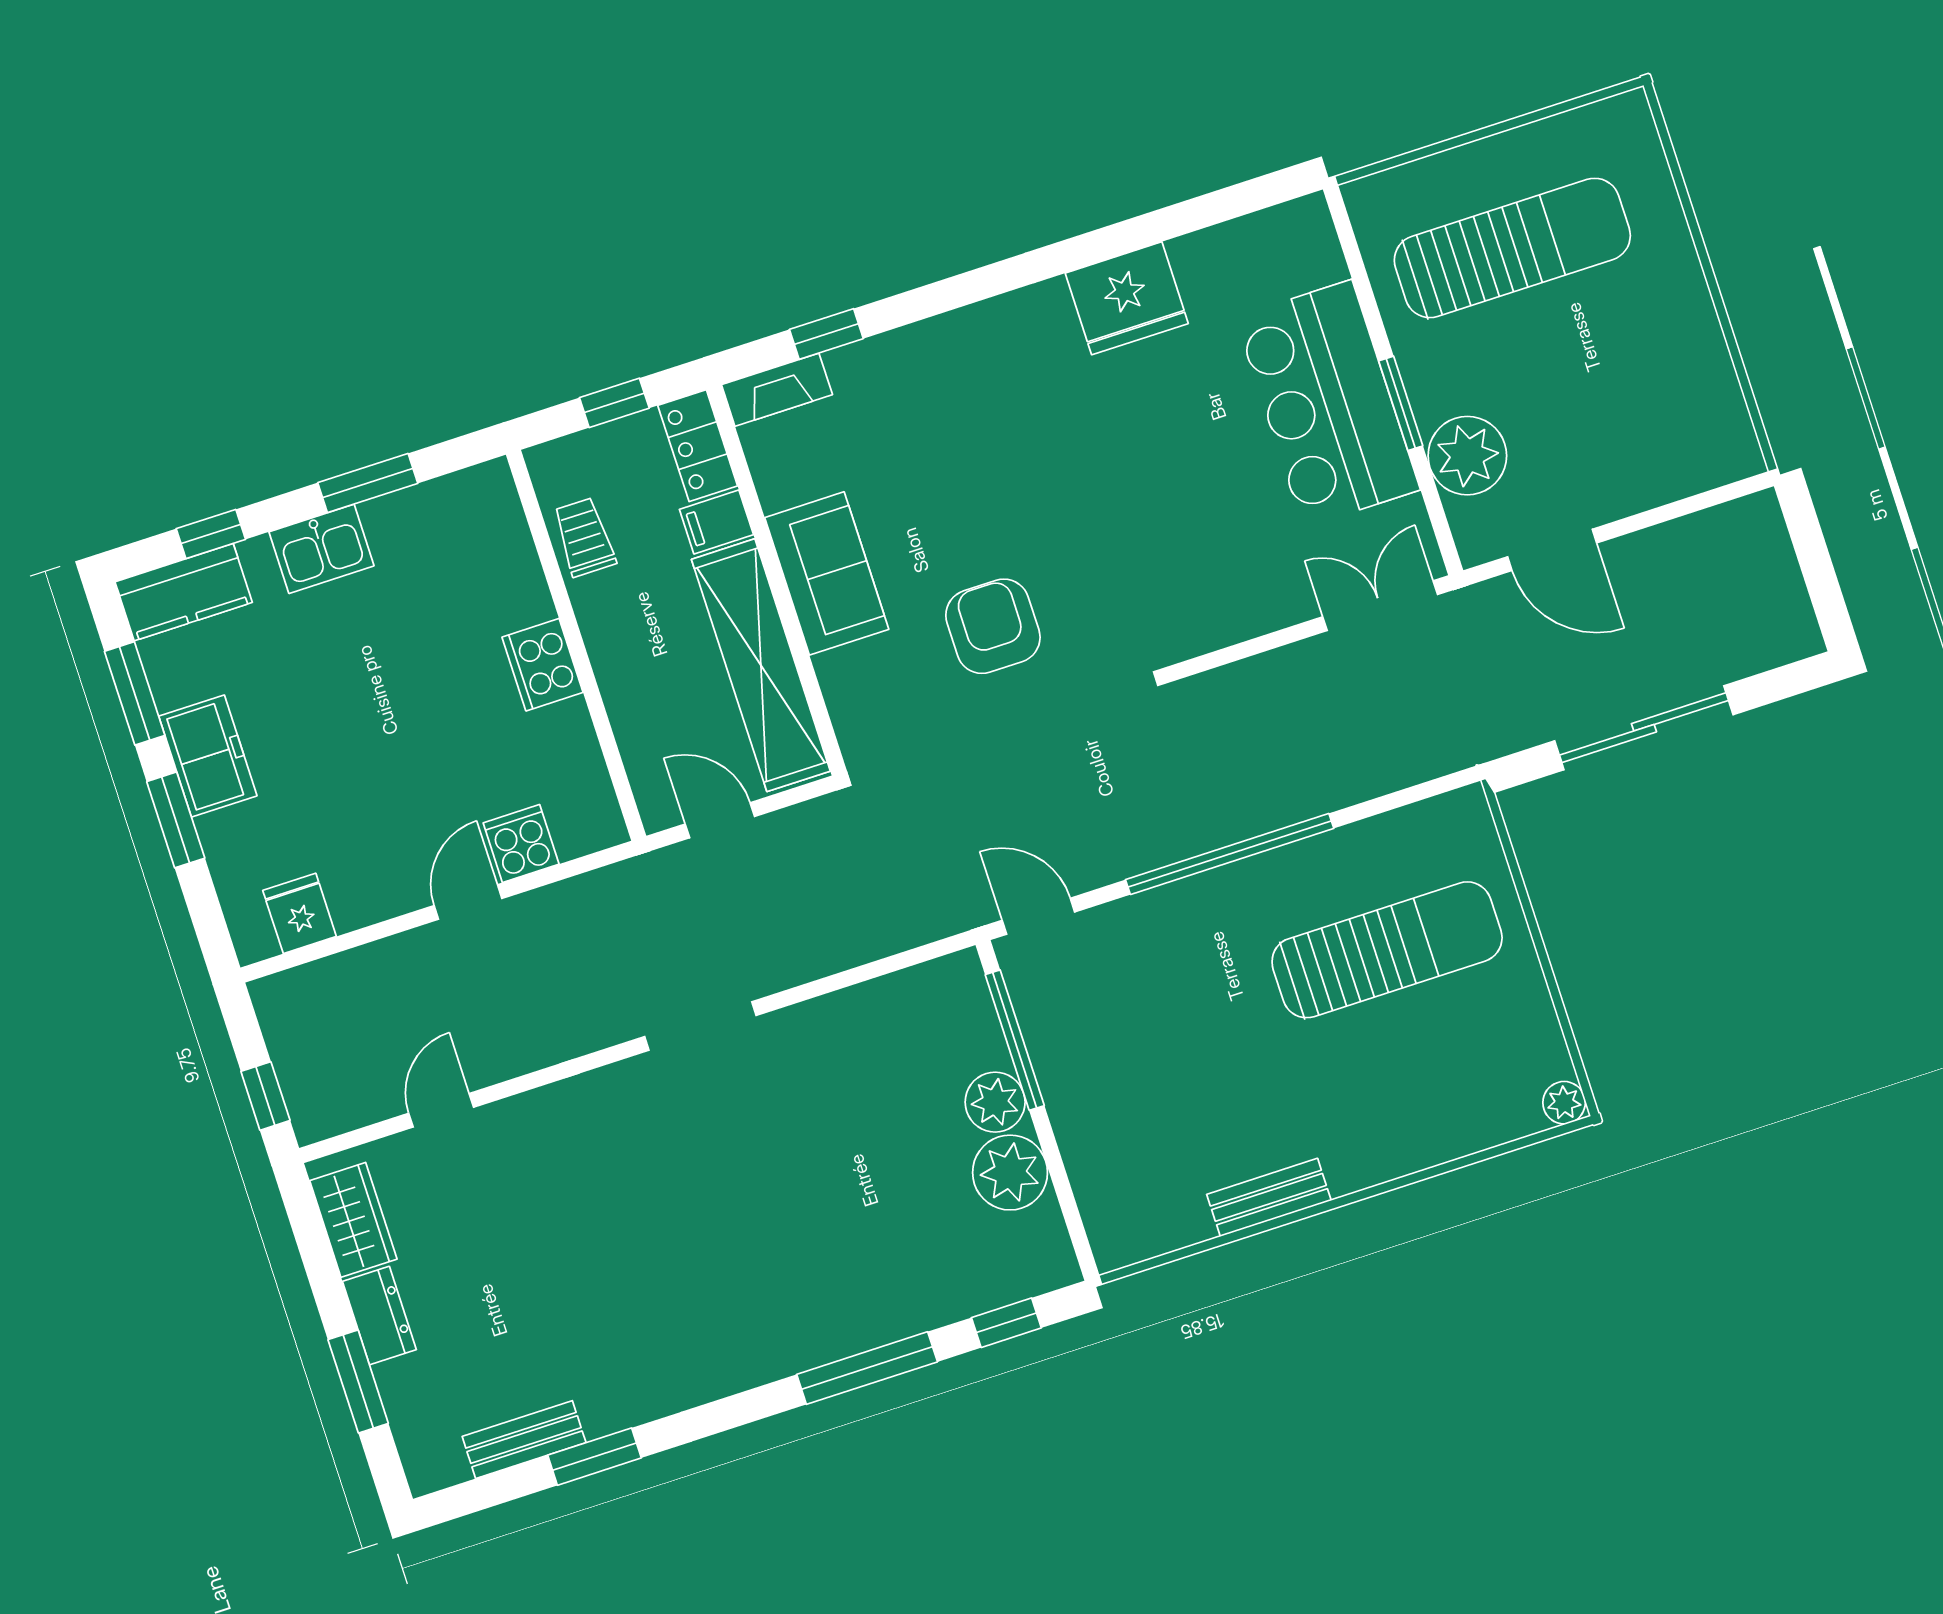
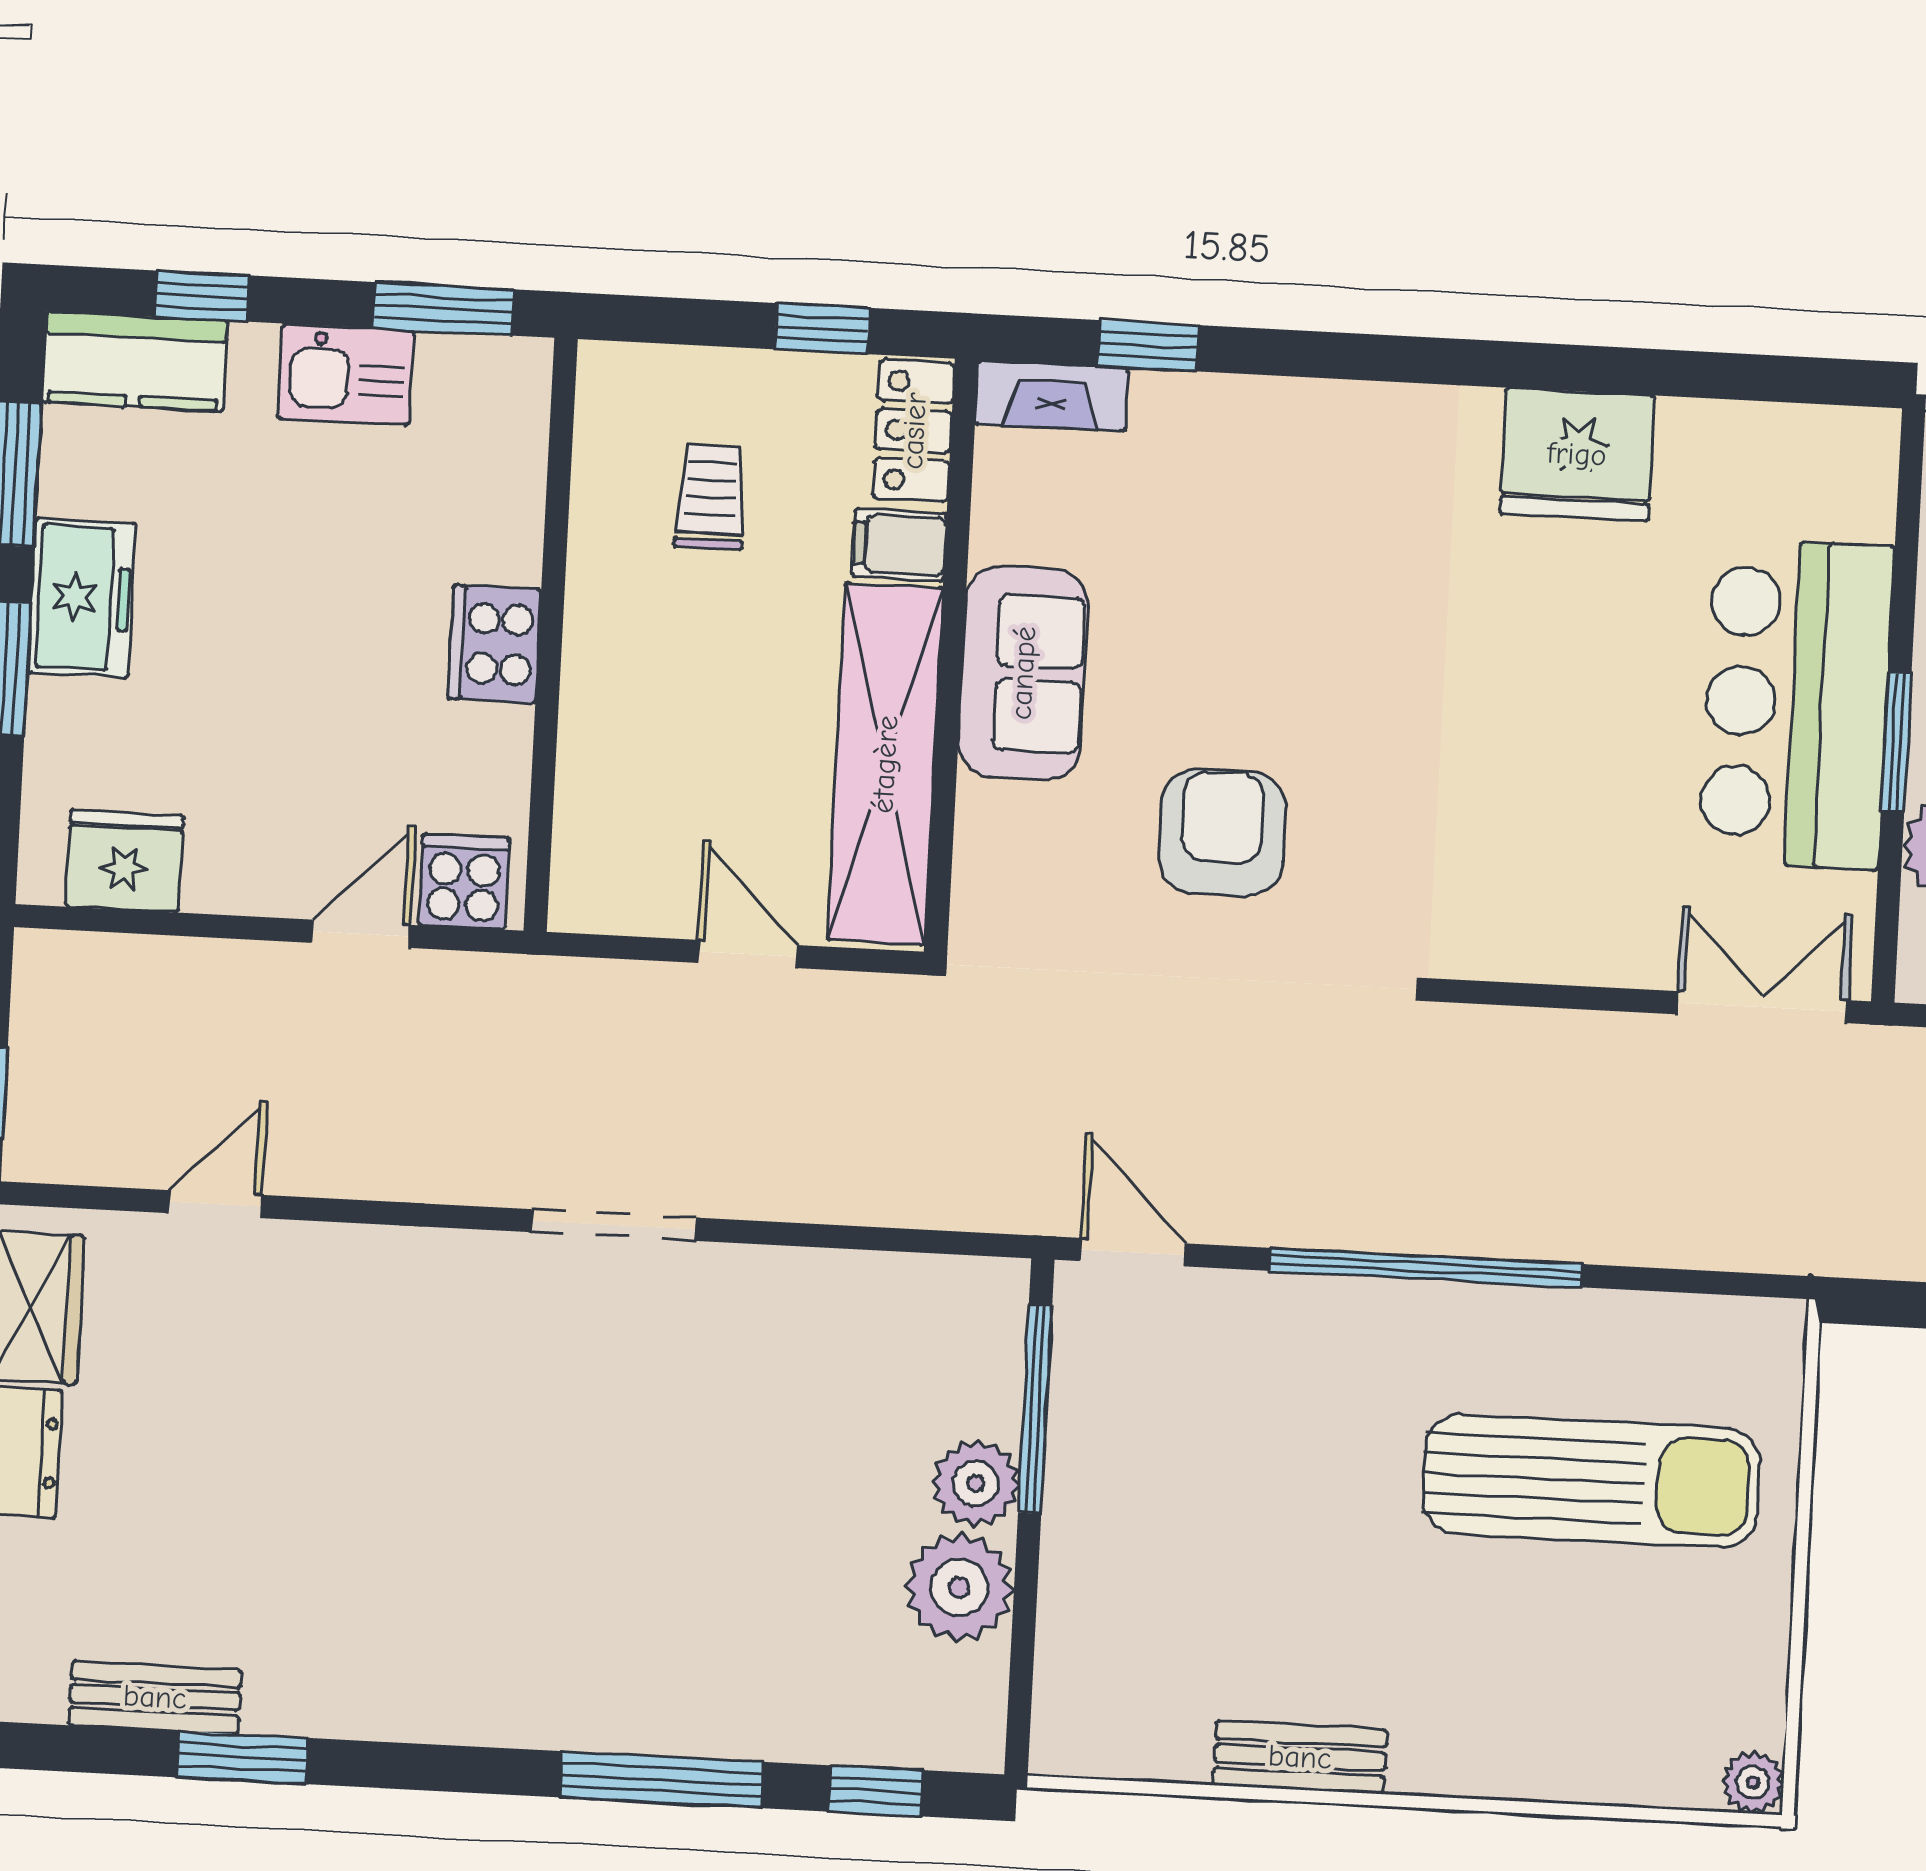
wall: (576, 645) -> (551, 635), moved
cooker: (543, 665) -> (494, 644), moved
fridge: (300, 913) -> (125, 861), width x1.38

